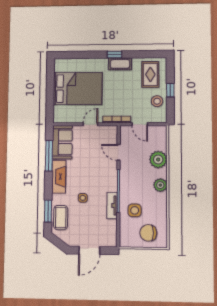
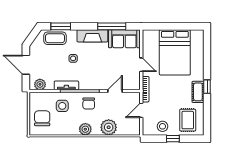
rug: (150, 74) -> (188, 120), turned 90
chair: (132, 181) -> (89, 104), added
plant: (111, 235) -> (40, 84), added

